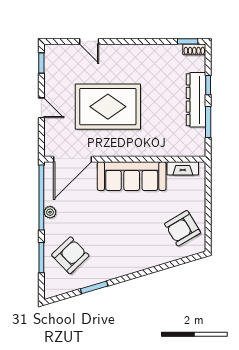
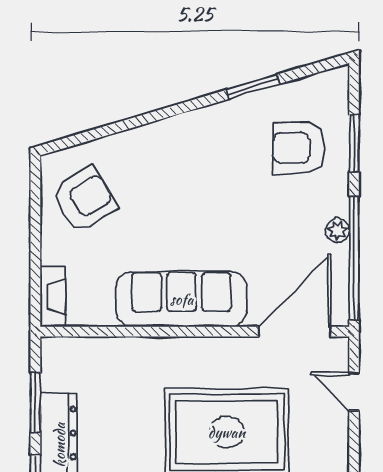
door: (41, 108) -> (354, 392), moved
fireplace: (183, 168) -> (53, 297), moved, turned 90
armchair: (70, 255) -> (299, 148), turned 44

